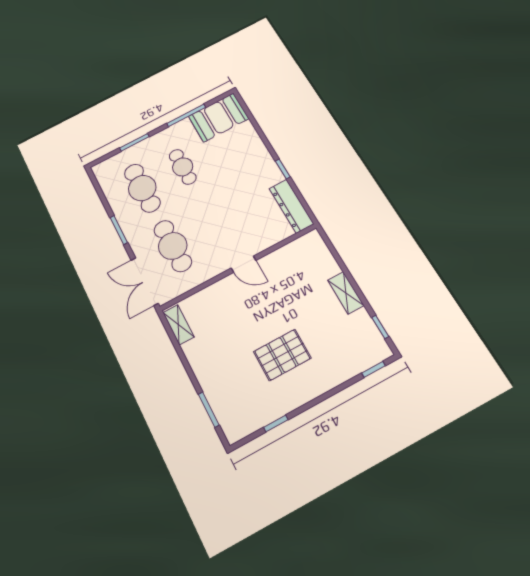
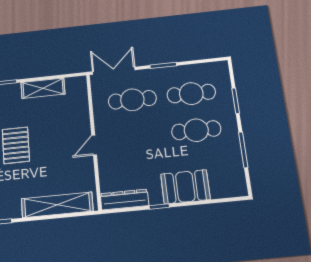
booth: (219, 117) -> (185, 187), moved, turned 90
cafe table: (183, 167) -> (196, 130), width x1.37, depth x1.35
shelving: (346, 293) -> (57, 205), width x2.20, depth x1.33
shelving: (178, 325) -> (43, 88), moved, width x1.50, depth x1.33

